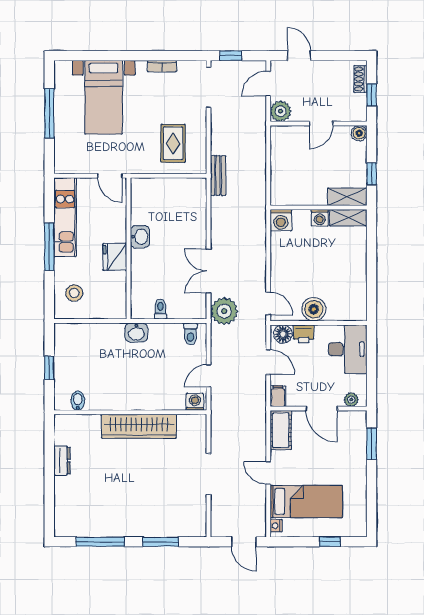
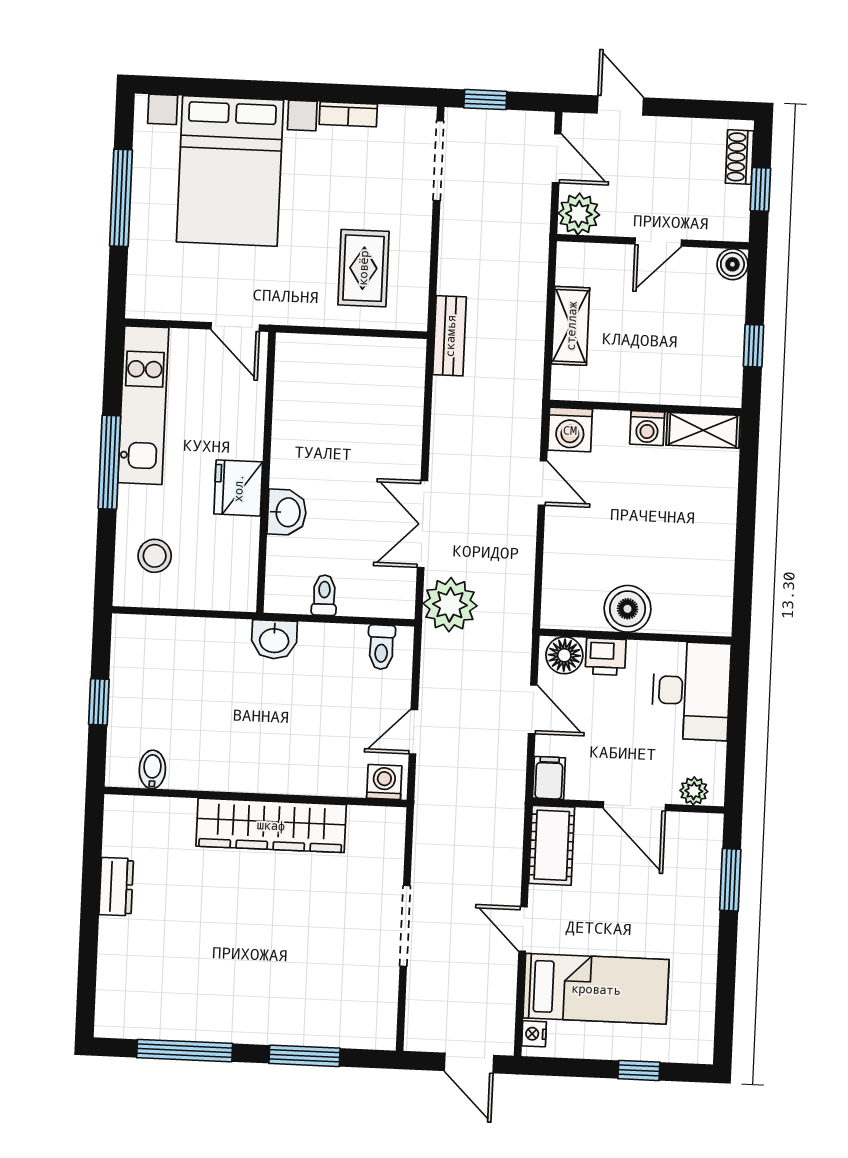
door: (268, 84) -> (557, 158), swing flipped
bed with nightstands: (104, 97) -> (230, 171), width x1.36
shelving: (347, 197) -> (571, 326), moved, turned 90
washbasin: (140, 237) -> (287, 512), moved
door: (268, 303) -> (543, 483), moved

